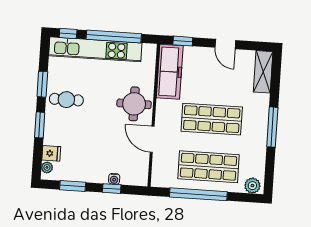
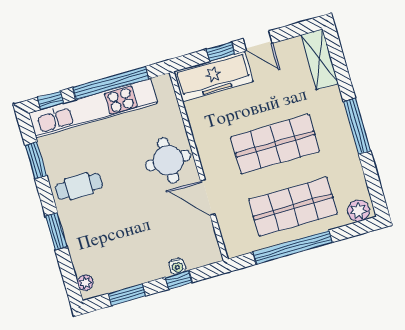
window: (183, 41) -> (221, 52), moved
freezer: (170, 72) -> (214, 76), moved, turned 90
window: (42, 84) -> (36, 160), moved
fridge: (51, 153) -> (84, 263), removed

